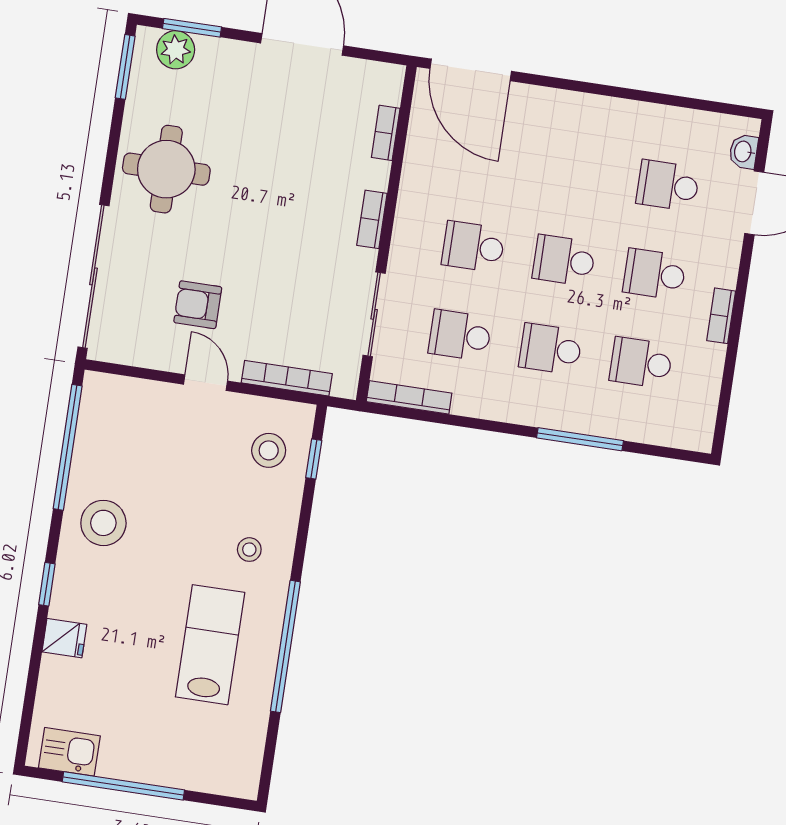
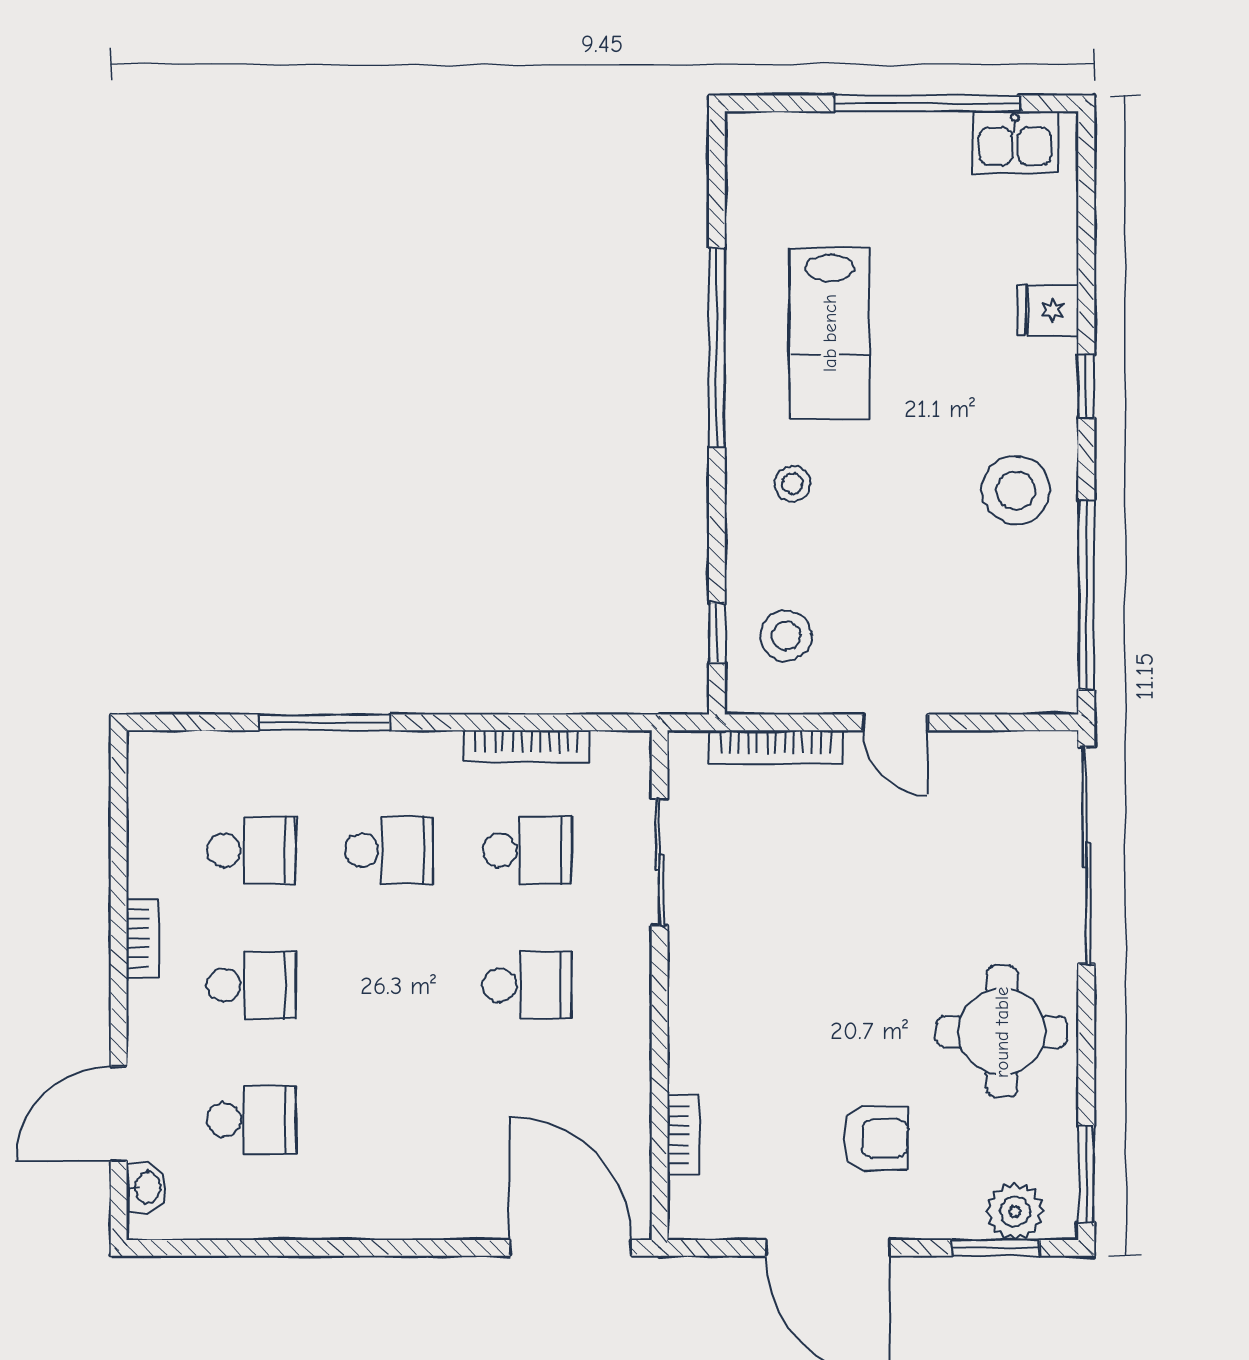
bookcase: (372, 219) -> (684, 1003), removed
school desk: (564, 260) -> (389, 985), removed
armchair: (198, 305) -> (876, 1139), moved
bookcase: (409, 397) -> (526, 746), moved

